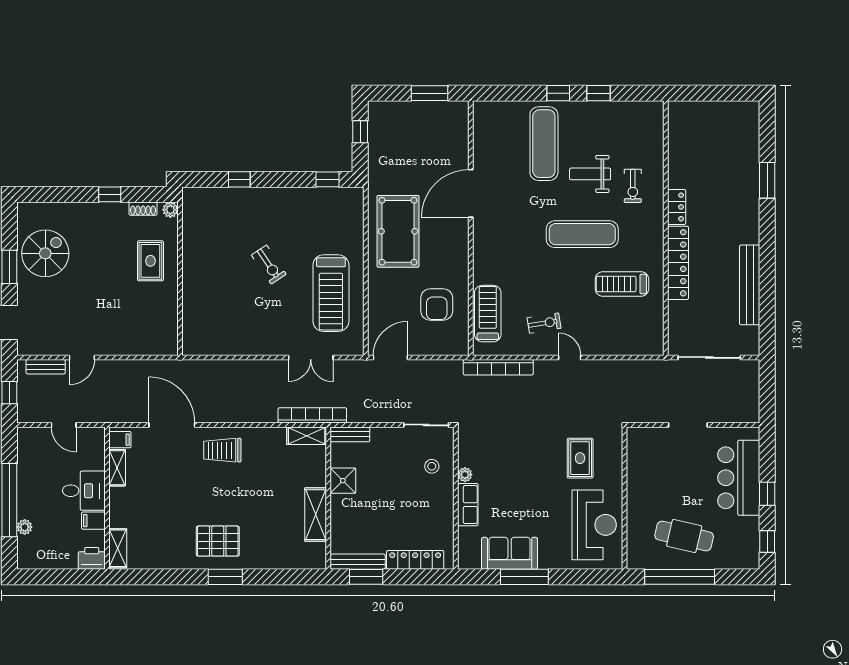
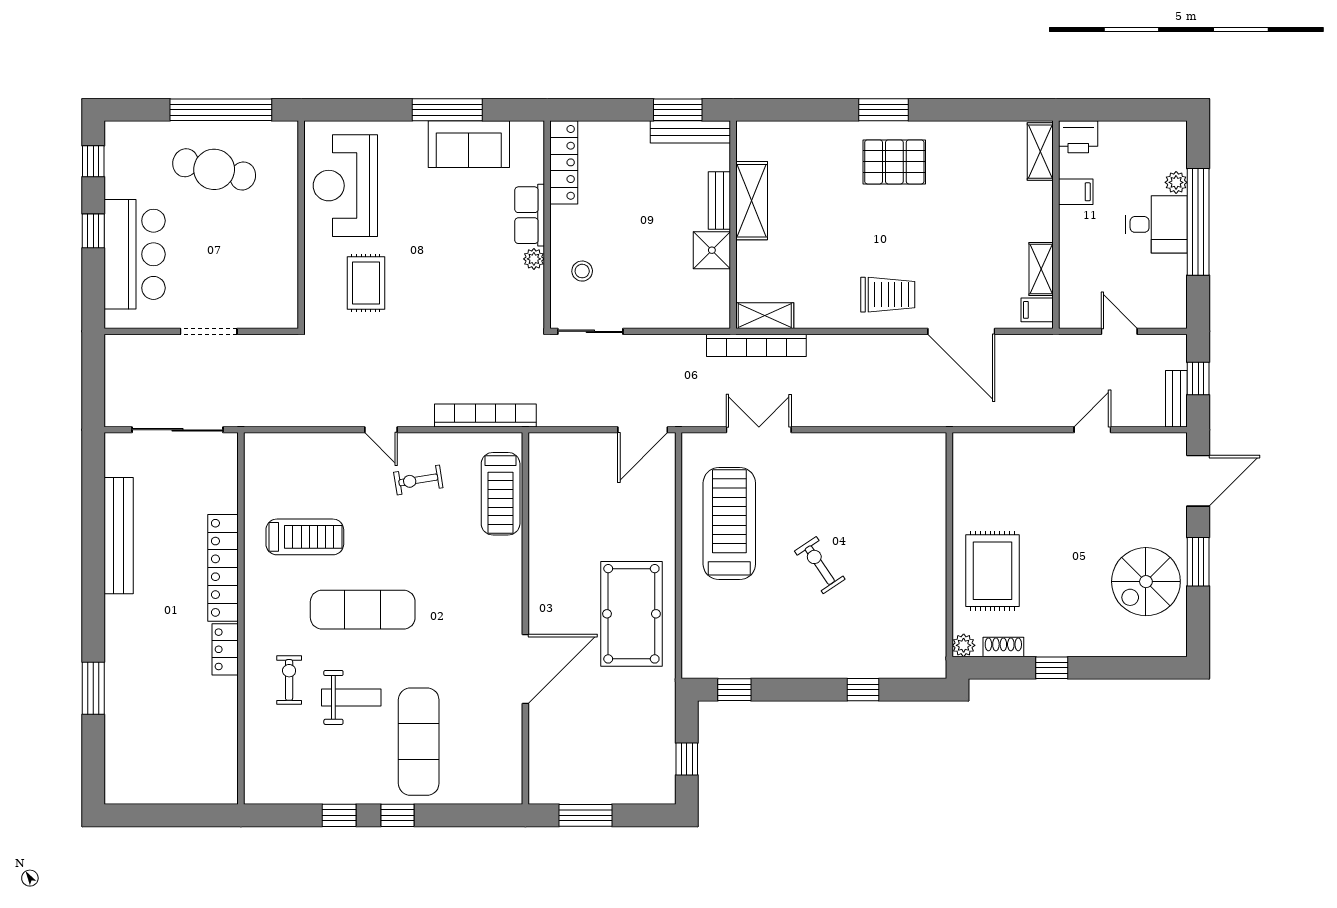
rug: (150, 261) -> (993, 571), width x1.36, depth x1.43
armchair: (437, 304) -> (575, 507), removed
bench: (46, 367) -> (1176, 399), moved, turned 90
bench: (350, 434) -> (719, 201), moved, turned 90
desk: (84, 491) -> (1156, 224), moved, turned 180
locker: (415, 560) -> (564, 162), moved, turned -90

